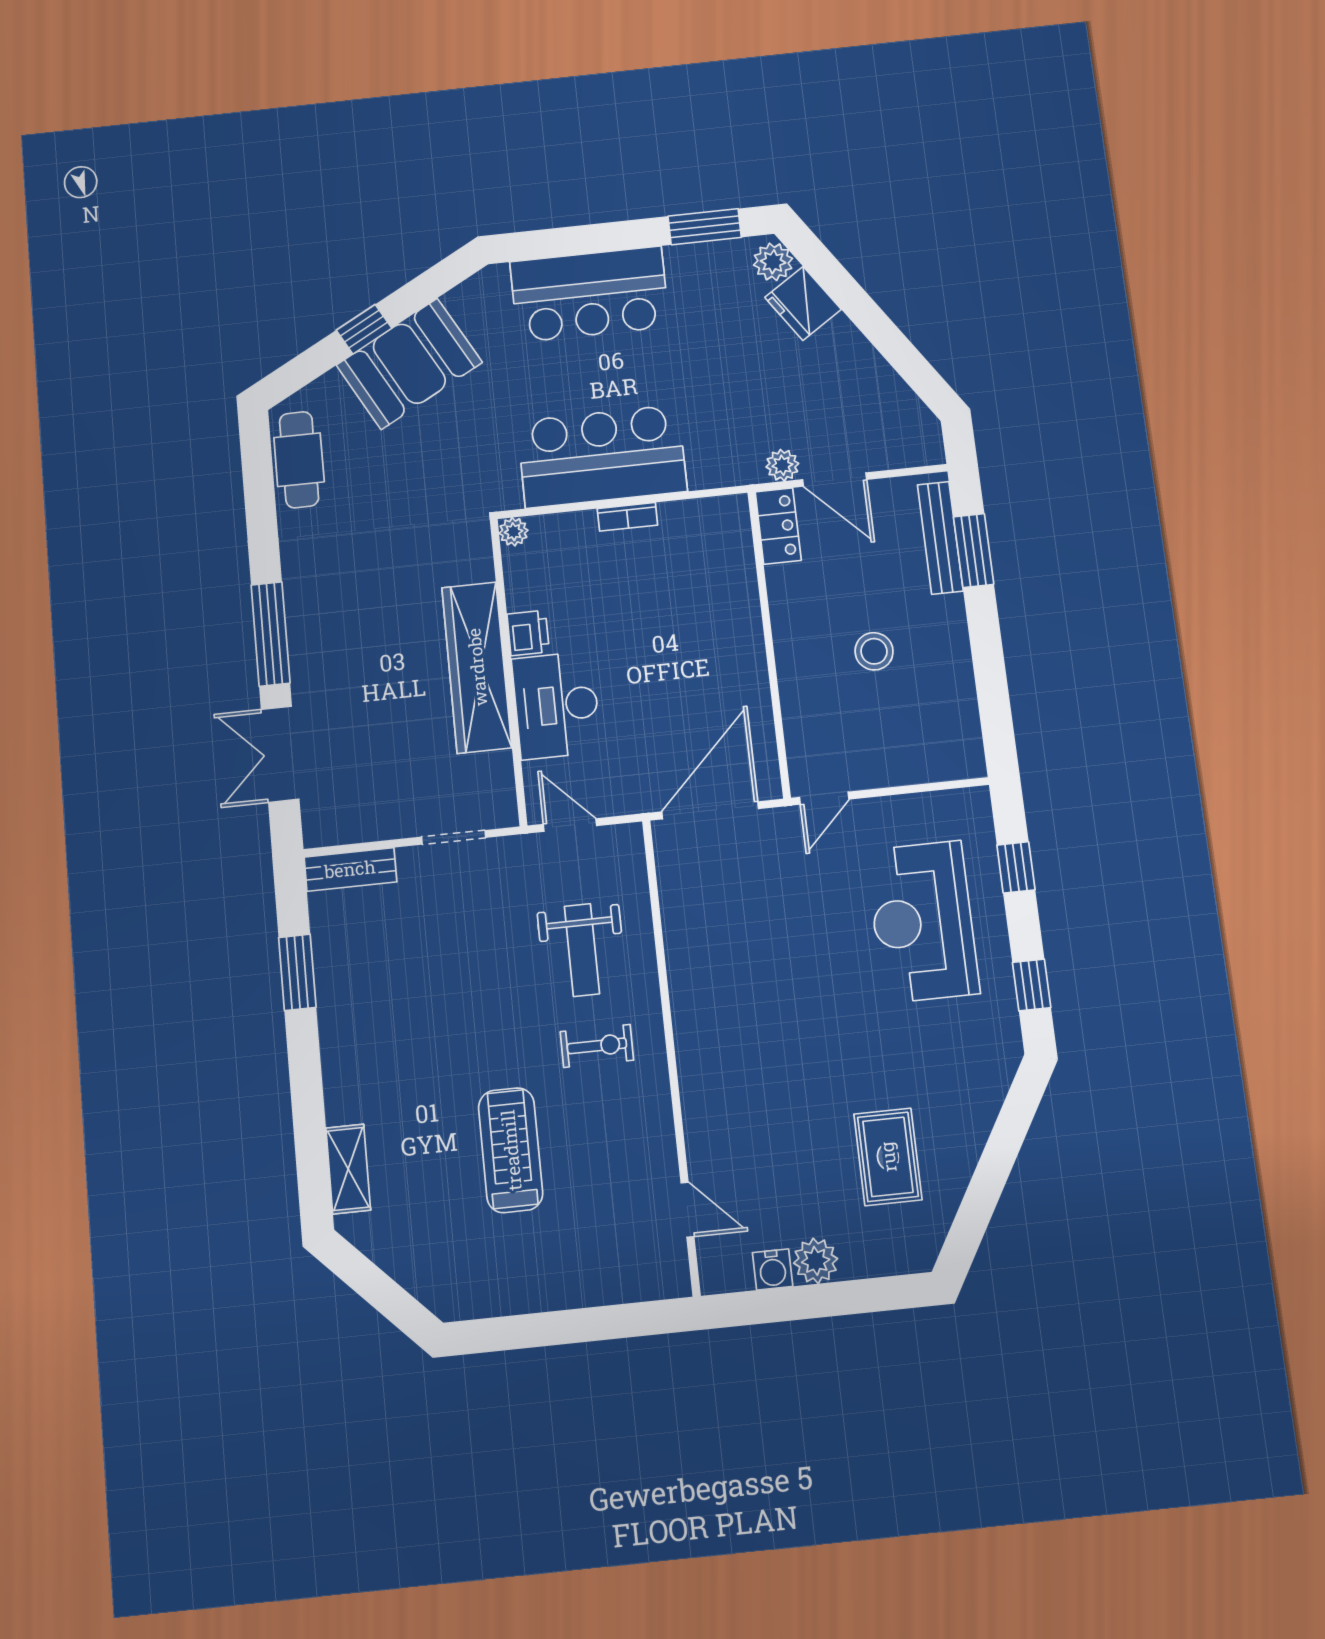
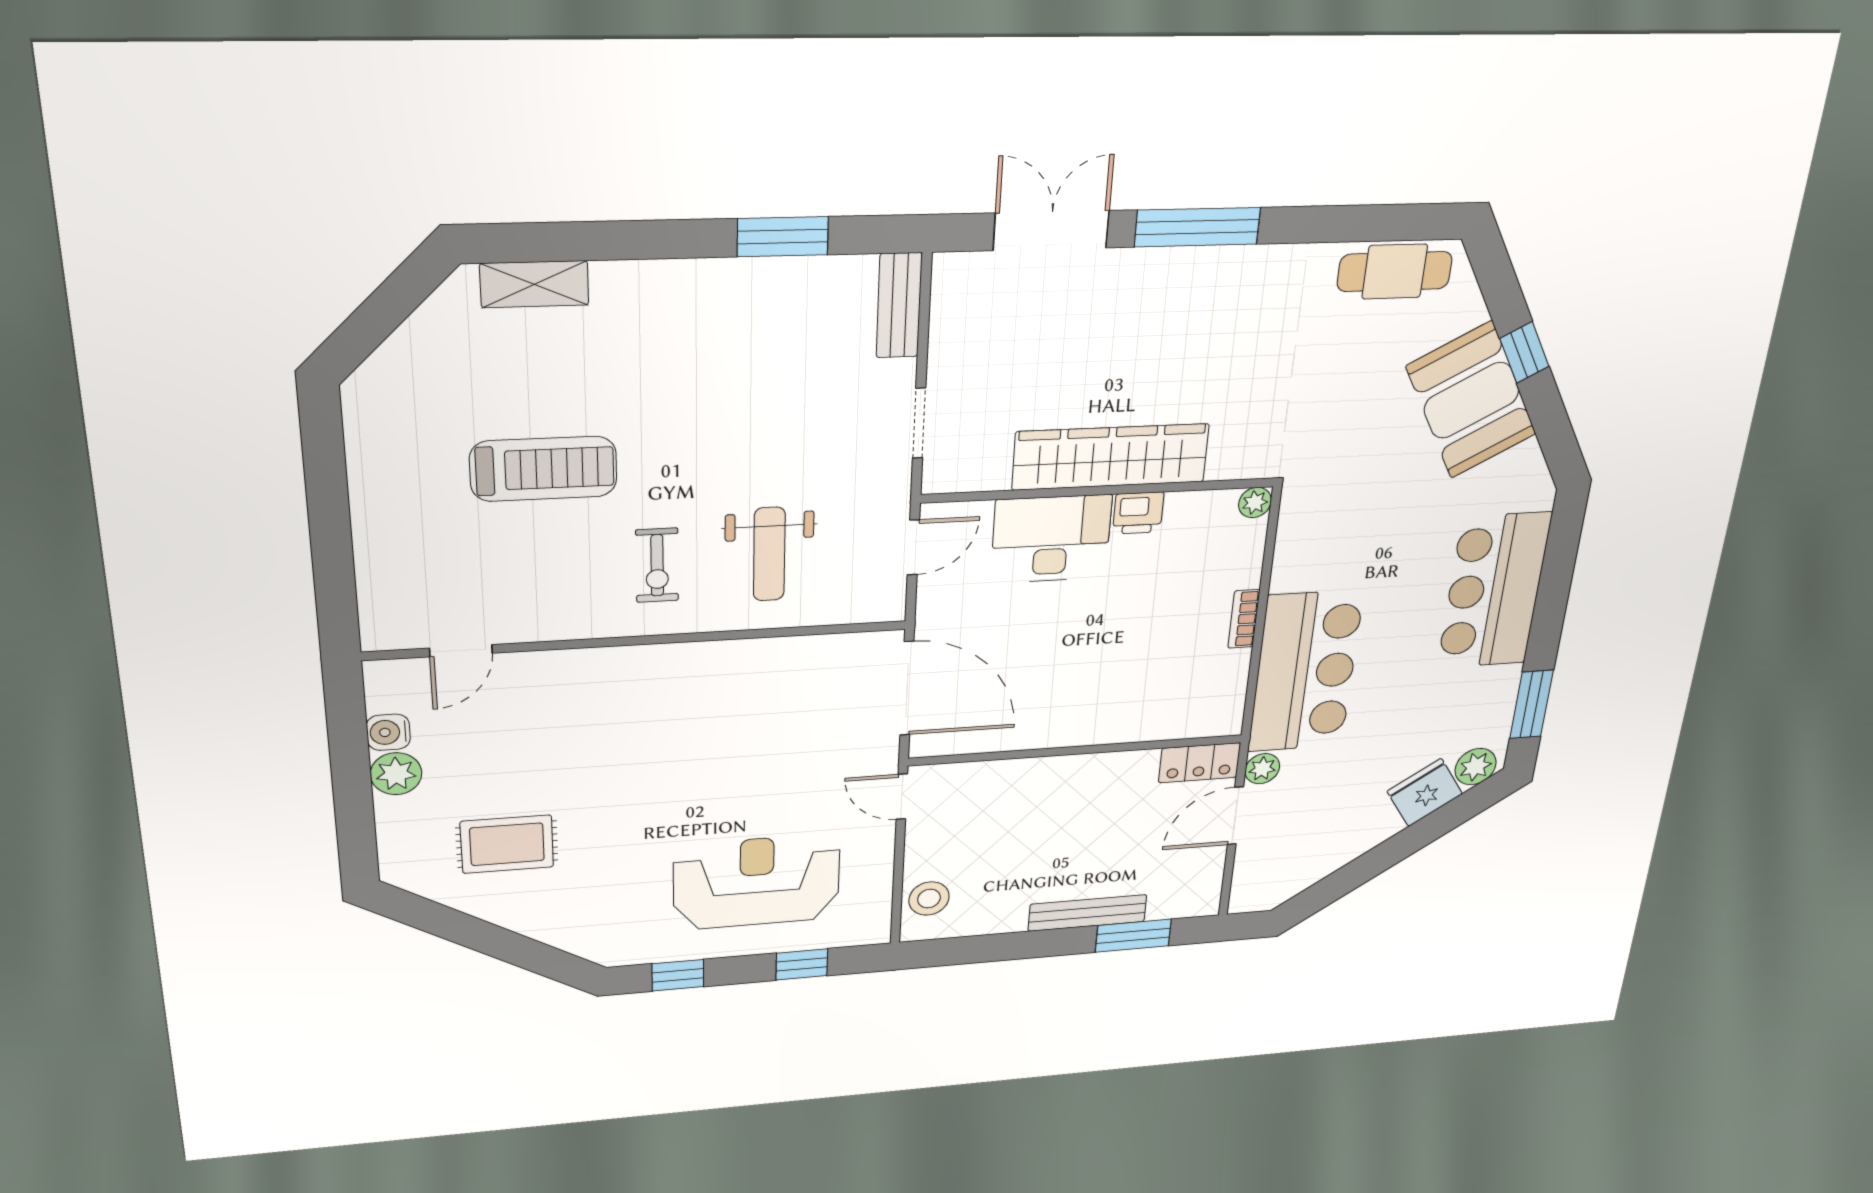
bar counter: (602, 456) -> (1305, 672), moved
bench: (940, 538) -> (1087, 913), moved
stool: (874, 651) -> (929, 899), moved
weight bench: (582, 950) -> (769, 554), turned -90

